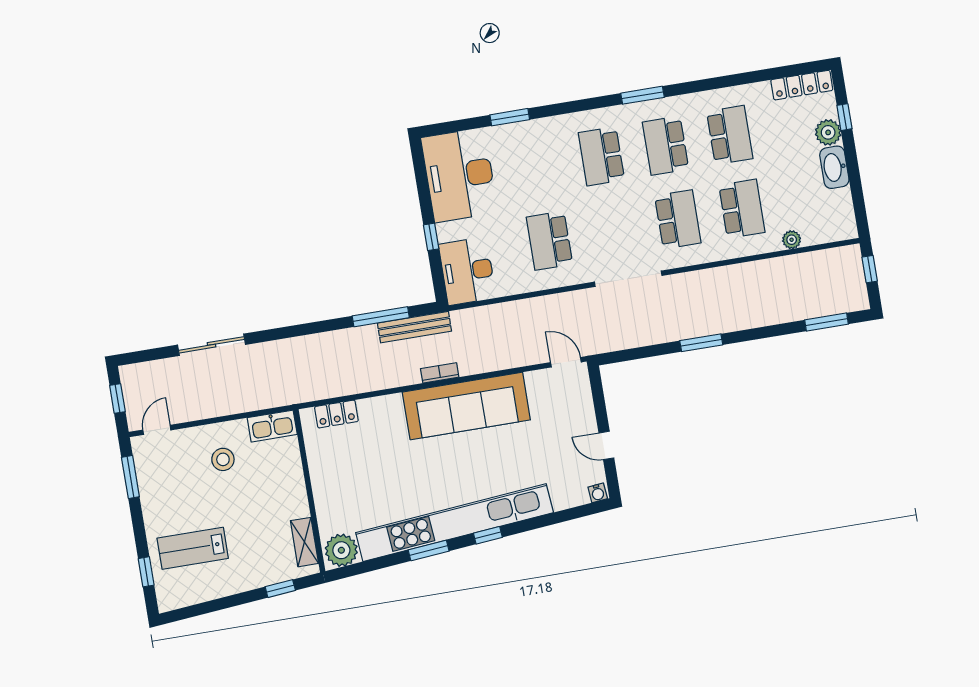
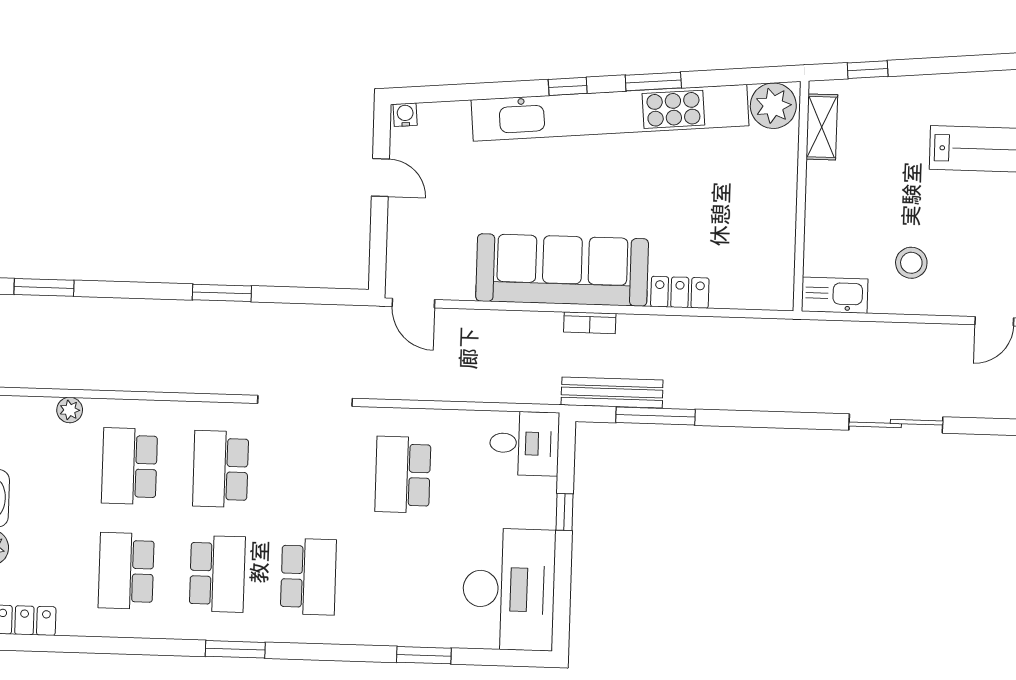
school desk: (549, 241) -> (403, 475), turned 180
desk: (467, 271) -> (524, 443), width x0.73
locker: (336, 414) -> (680, 292), moved

